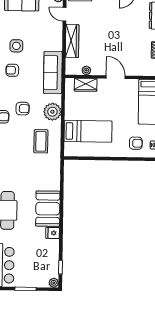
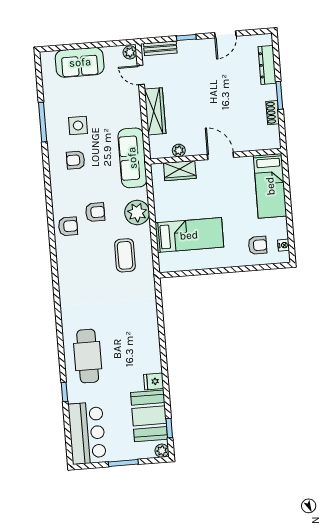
booth: (48, 209) -> (149, 416), moved

